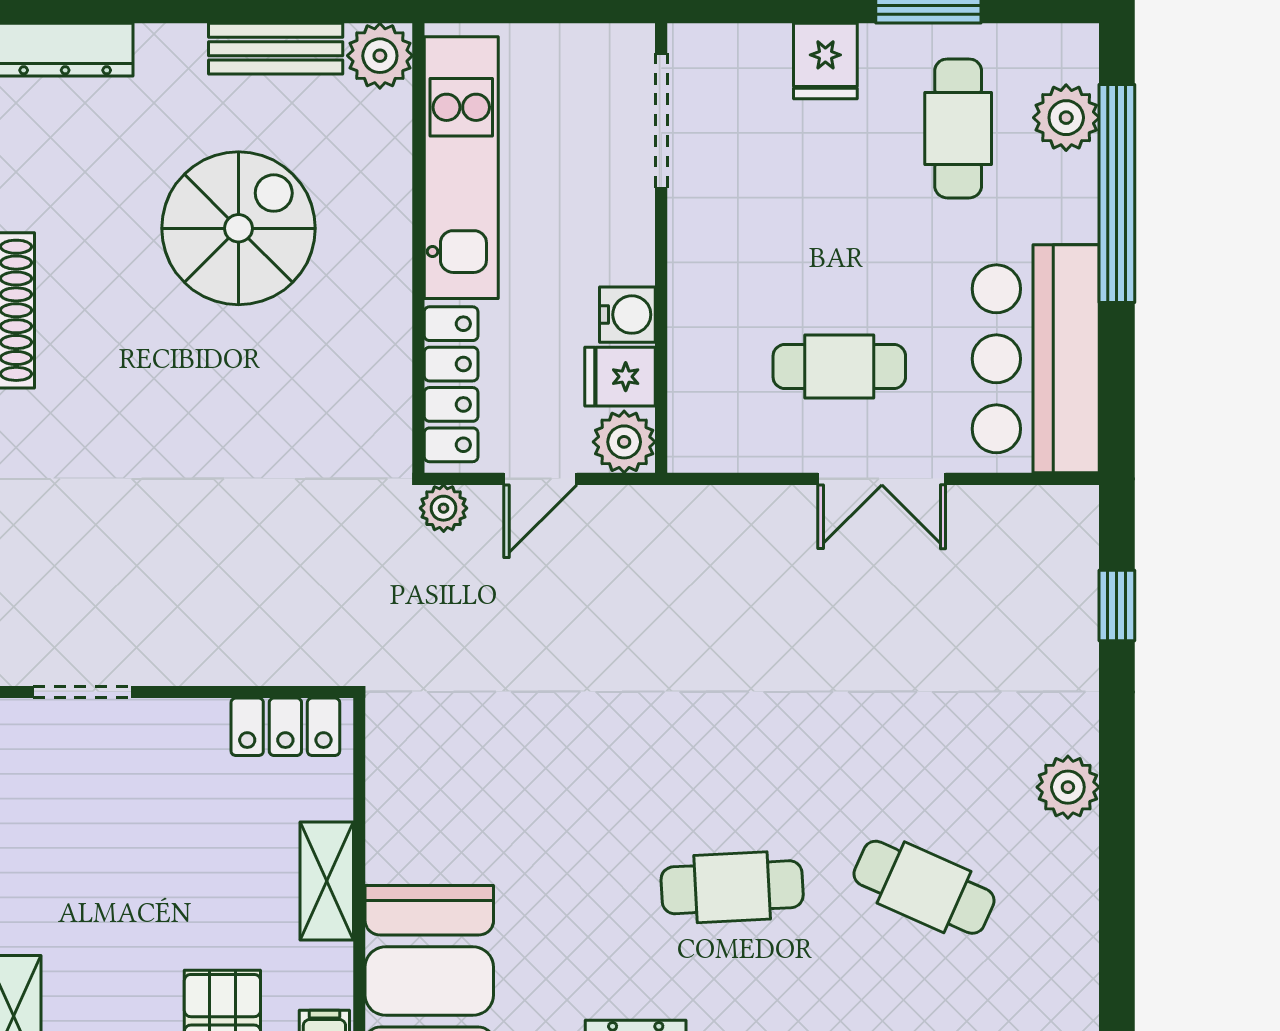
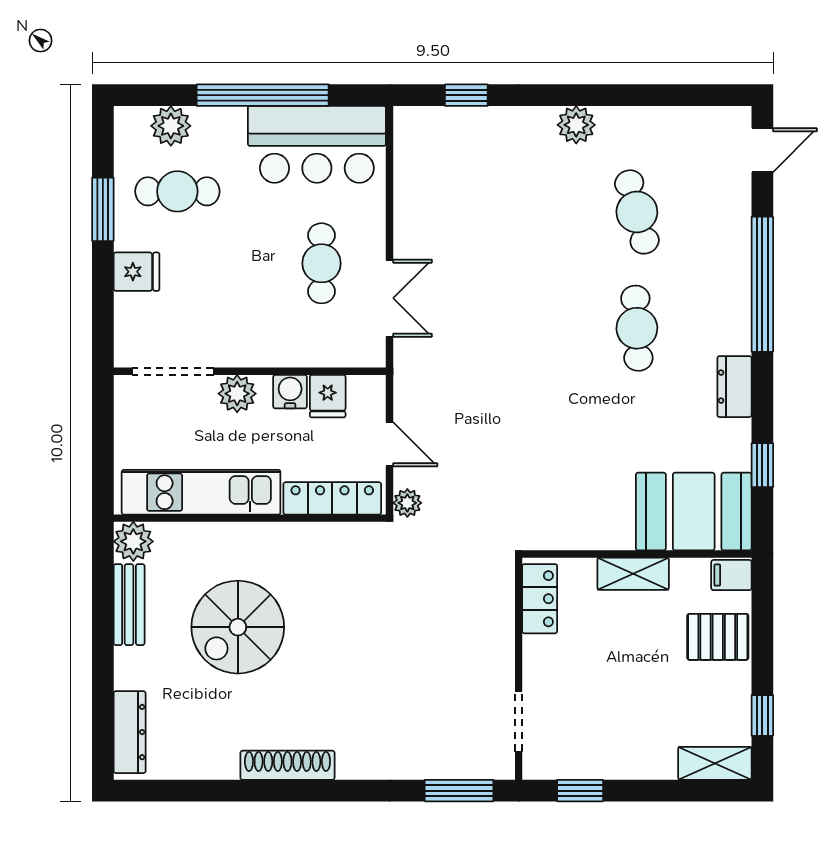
window: (1117, 194) -> (263, 95), moved
spiral stairs: (238, 228) -> (238, 627), turned -90
plant: (624, 442) -> (237, 394), moved
double door: (882, 479) -> (390, 298), moved
cafe table: (924, 887) -> (637, 212), turned -39

